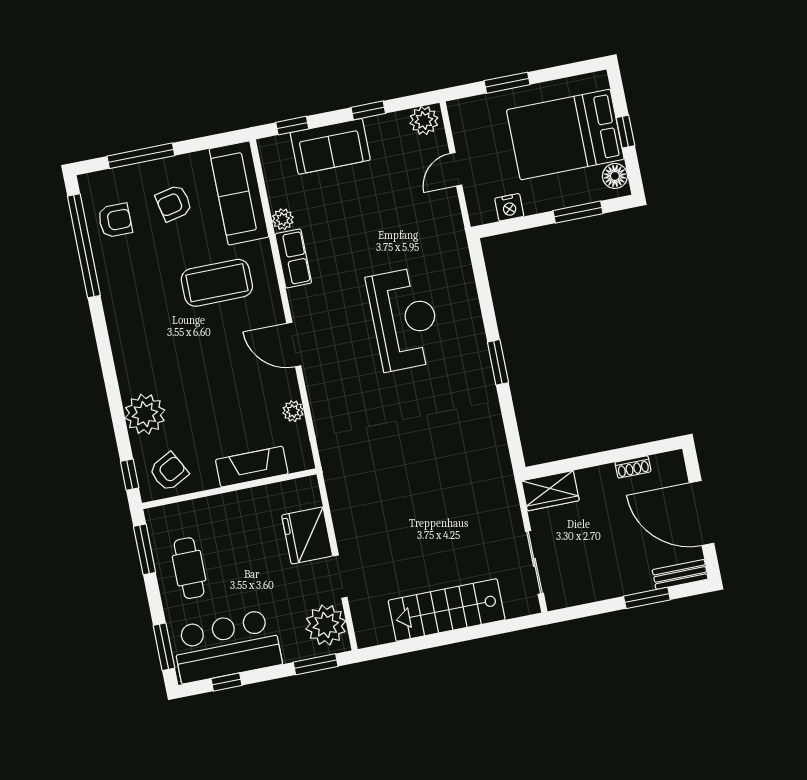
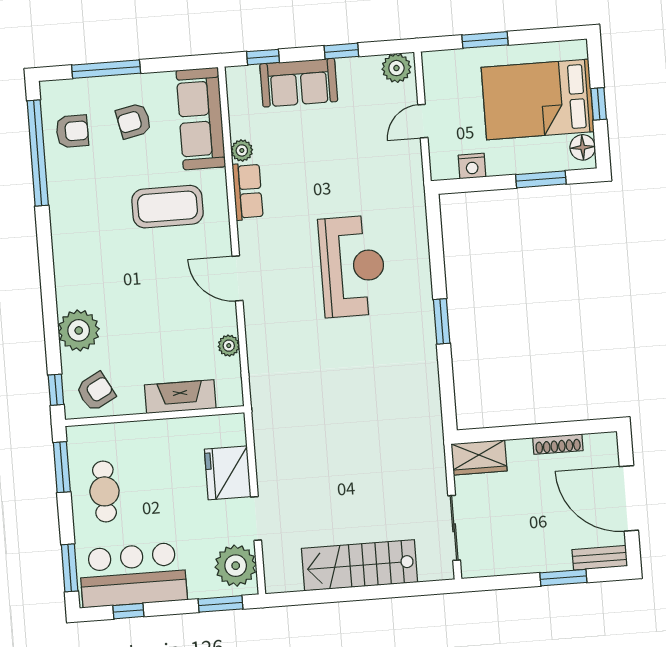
shoe rack: (633, 467) -> (558, 444), width x1.43

